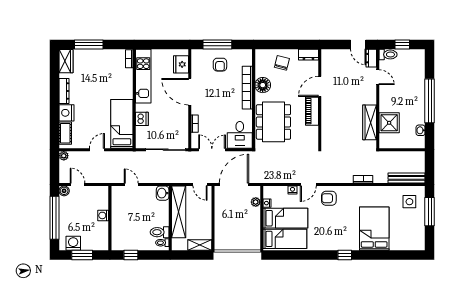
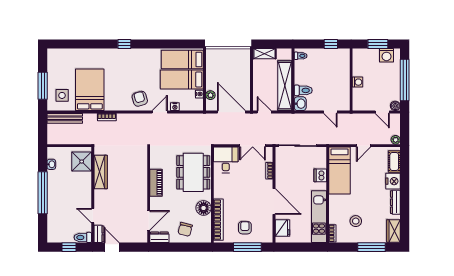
stool: (105, 71) -> (356, 221), added
door: (320, 86) -> (149, 220), moved
bookcase: (247, 88) -> (218, 220), moved
shower: (389, 123) -> (82, 162), moved
door: (234, 184) -> (231, 112), swing flipped
armchair: (329, 198) -> (140, 99), turned -106
bed: (374, 229) -> (90, 90), moved, turned 180
toilet: (160, 232) -> (303, 90), moved

